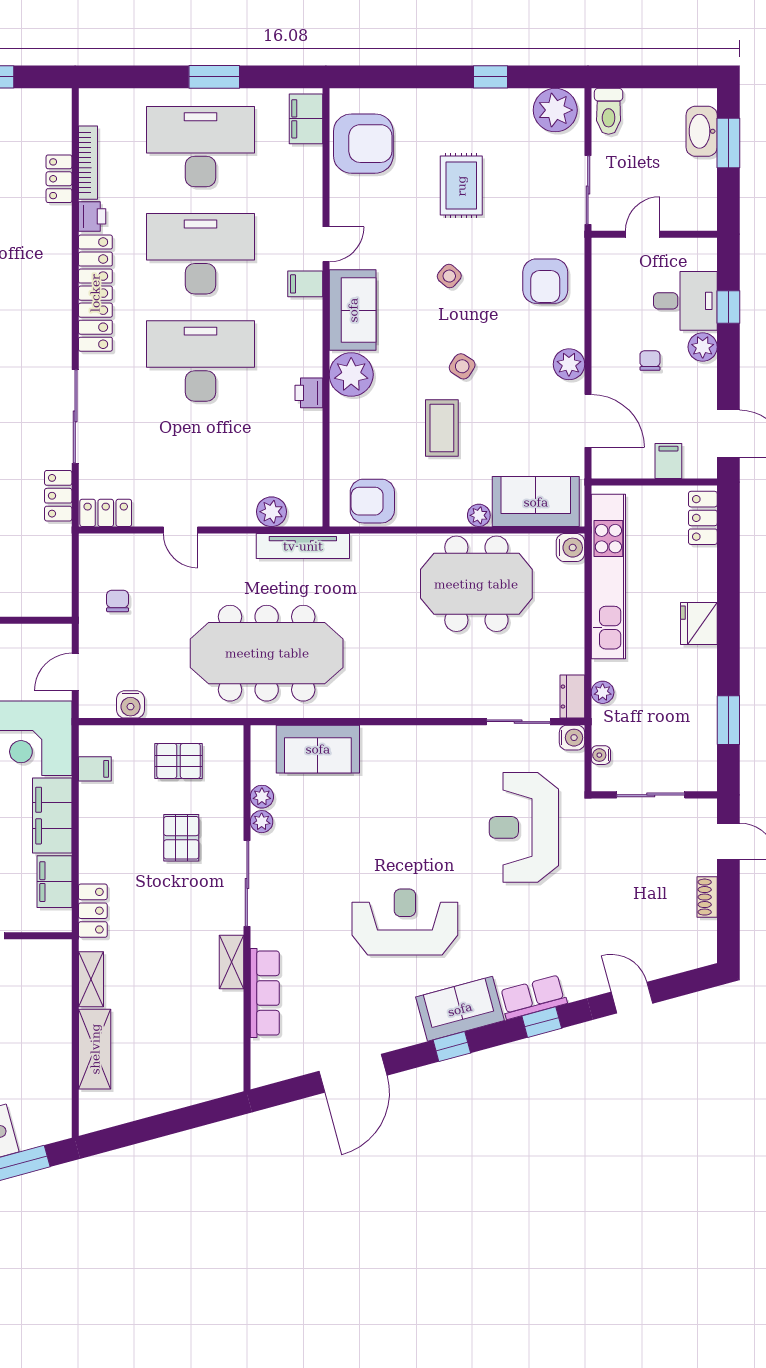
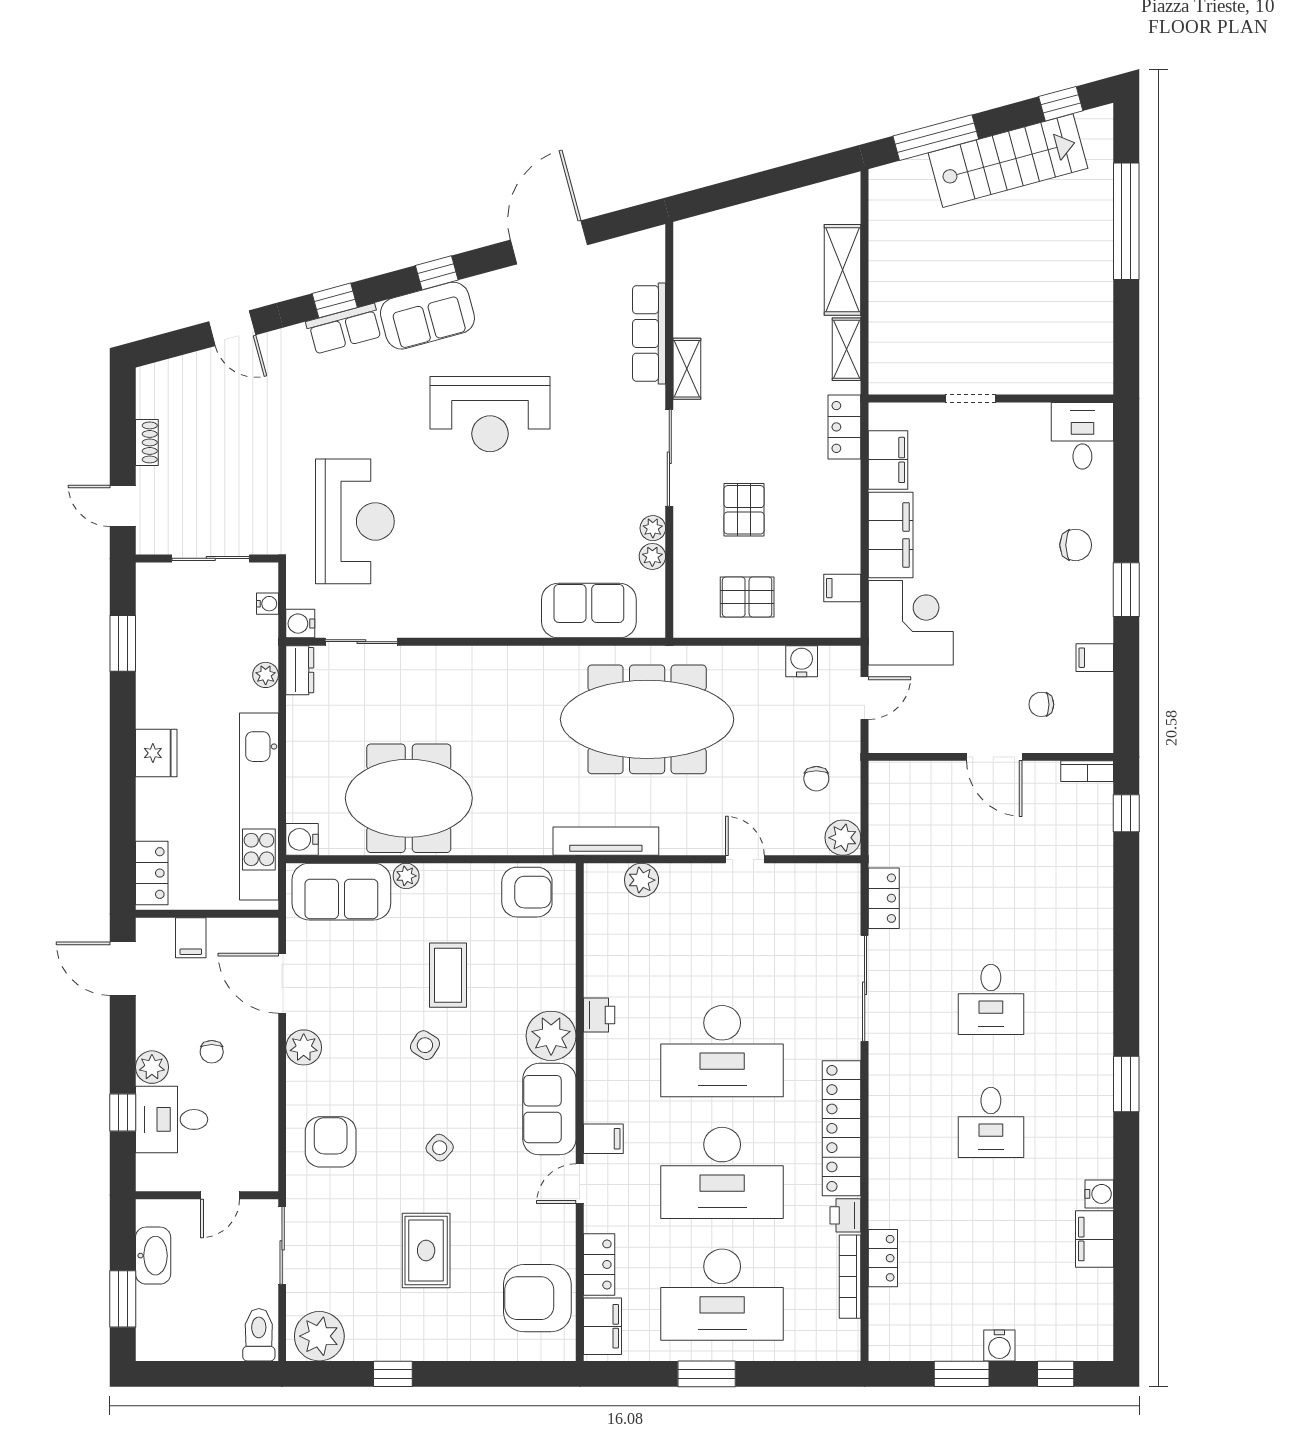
washbasin: (702, 131) -> (153, 1256), moved
locker: (106, 513) -> (599, 1264), moved, turned -90
plant: (94, 549) -> (843, 838), added

